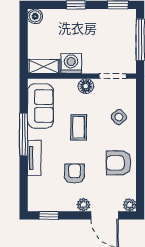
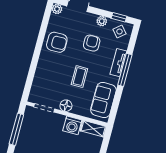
side table: (119, 117) -> (119, 32), moved
window: (24, 135) -> (125, 70), moved
armchair: (75, 174) -> (92, 43), turned 180
plant: (83, 205) -> (102, 21), moved

